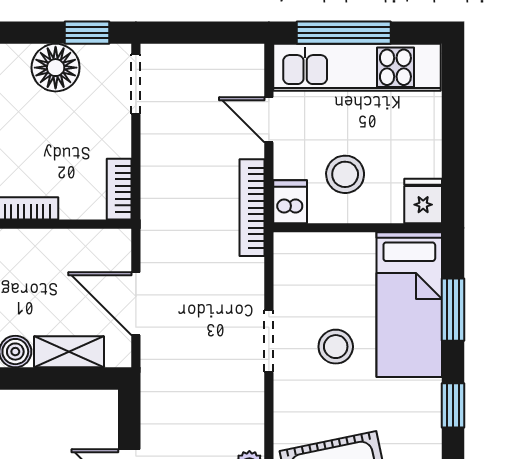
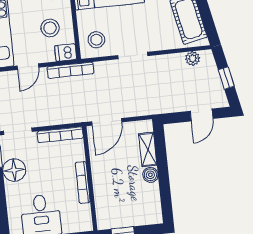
bookcase: (119, 189) -> (60, 135), width x1.56
door: (136, 304) -> (107, 122), moved
stool: (336, 347) -> (96, 40), moved

